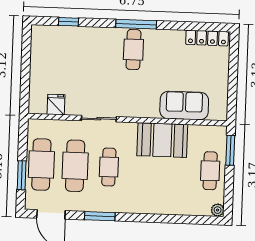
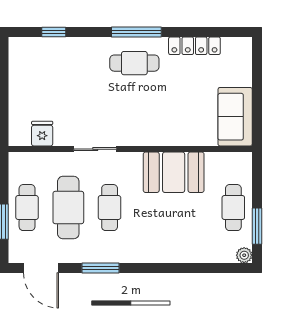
locker: (207, 38) -> (194, 46), moved
cafe table: (133, 50) -> (134, 63), turned 90
sofa: (184, 106) -> (235, 117), moved, turned -90
window: (230, 150) -> (257, 226), moved
cafe table: (41, 165) -> (27, 208), width x0.73, depth x0.74

